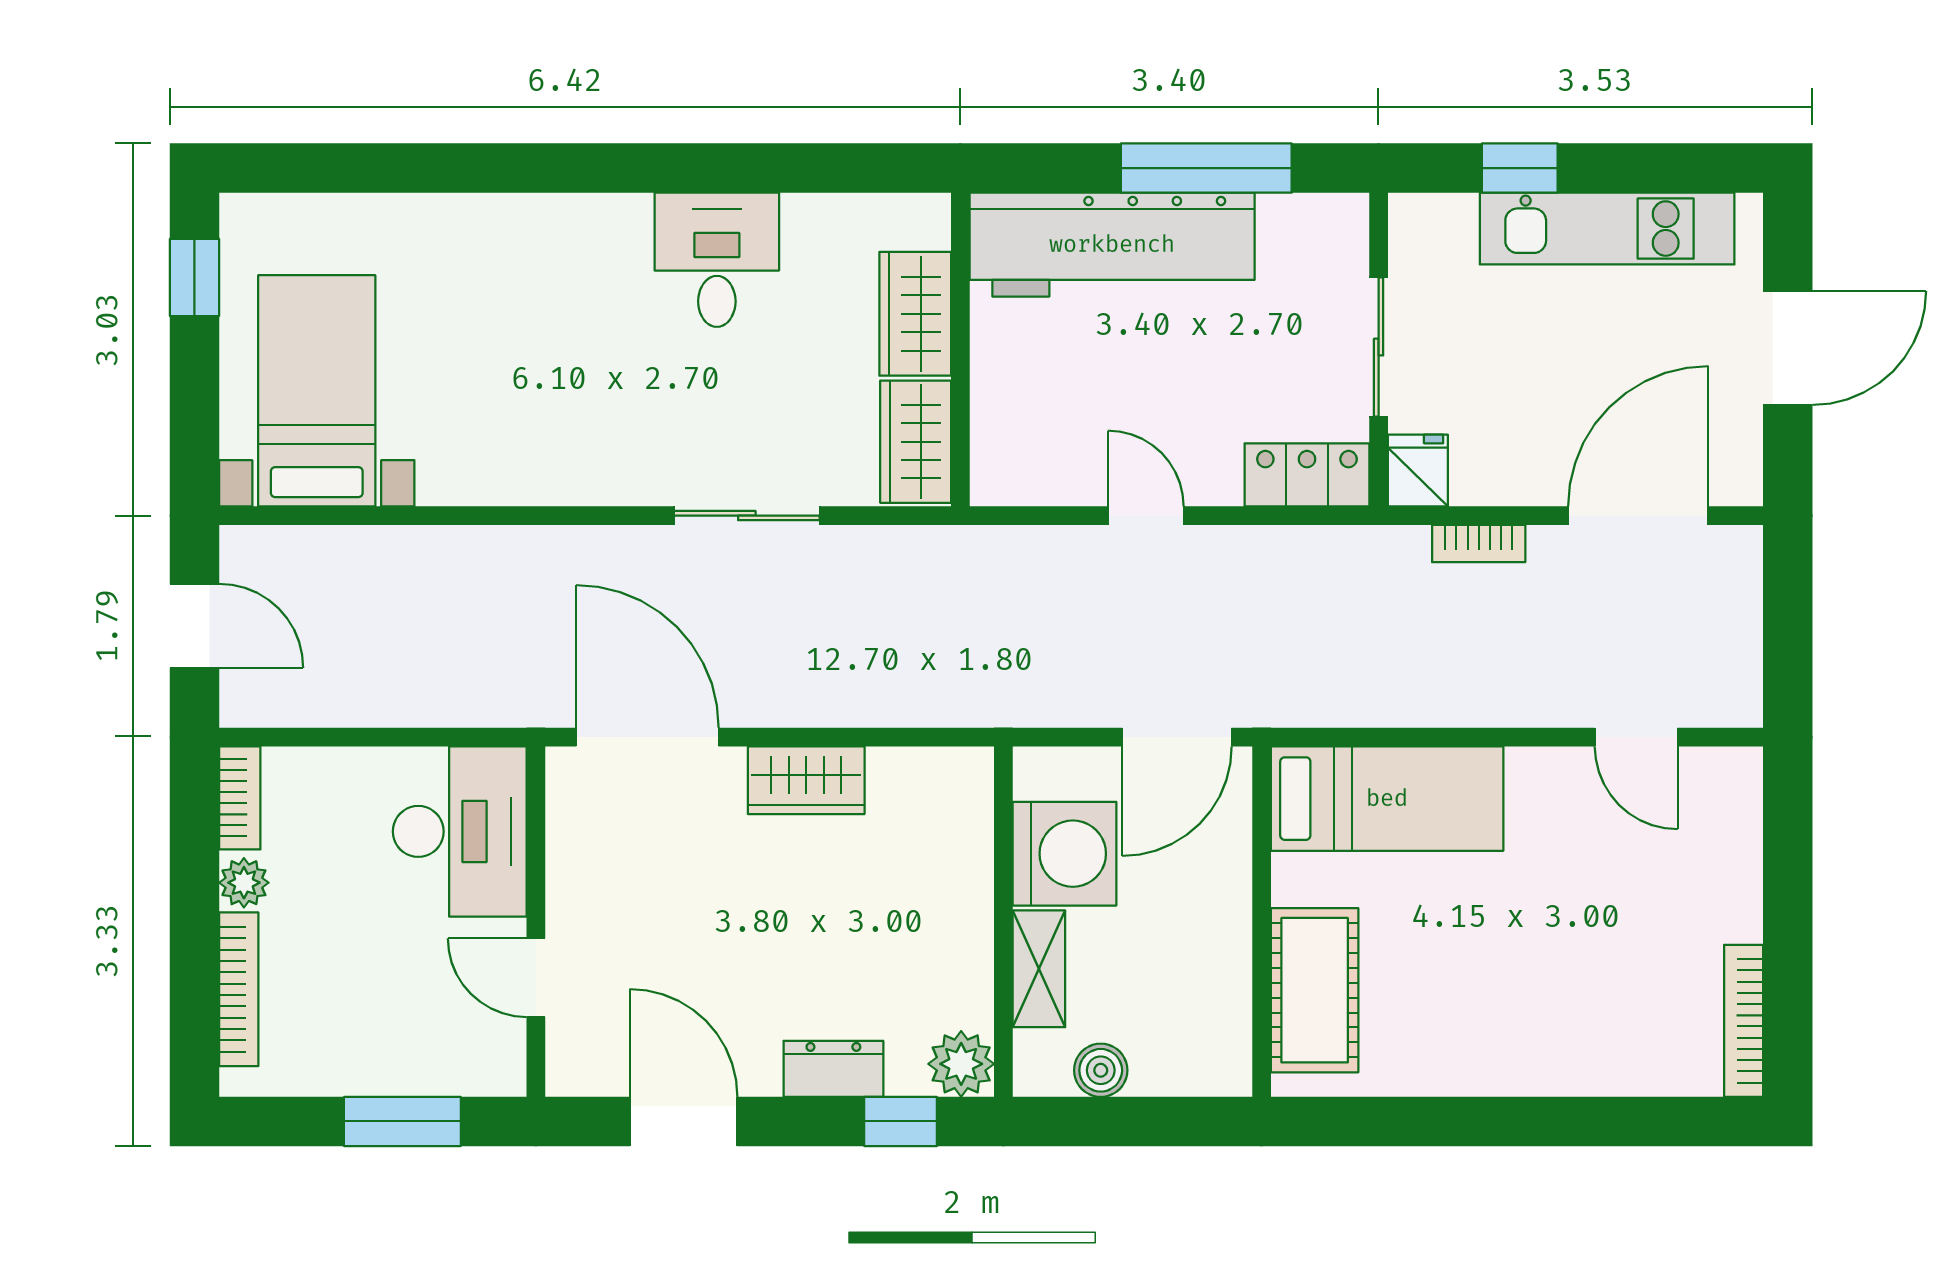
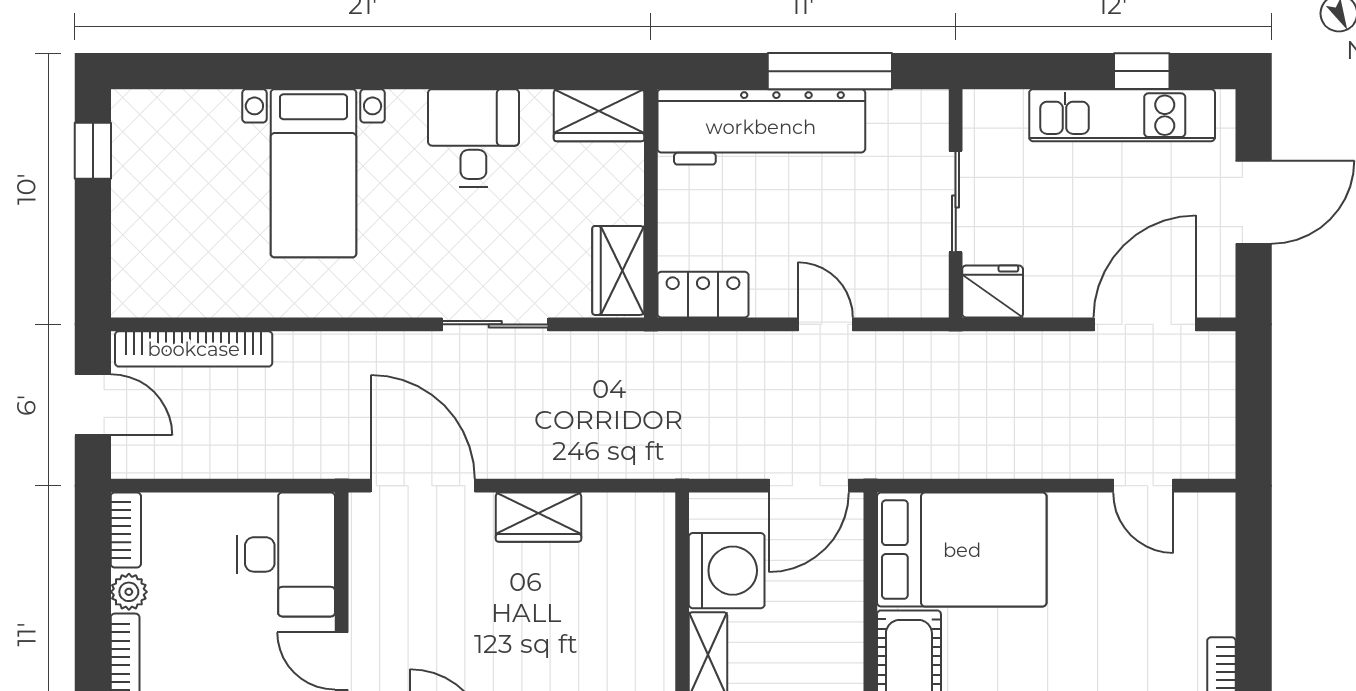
window: (1520, 168) -> (1142, 71), moved
wardrobe: (915, 314) -> (599, 115), moved, turned -90
bed with nightstands: (317, 391) -> (313, 173), moved, turned 180
fridge: (1418, 471) -> (993, 292), width x1.38
locker: (1307, 475) -> (703, 295), moved
door: (1146, 516) -> (825, 324), moved
bookcase: (1479, 543) -> (194, 349), moved, width x2.31, depth x1.31
bed: (1387, 799) -> (962, 550), width x1.50

